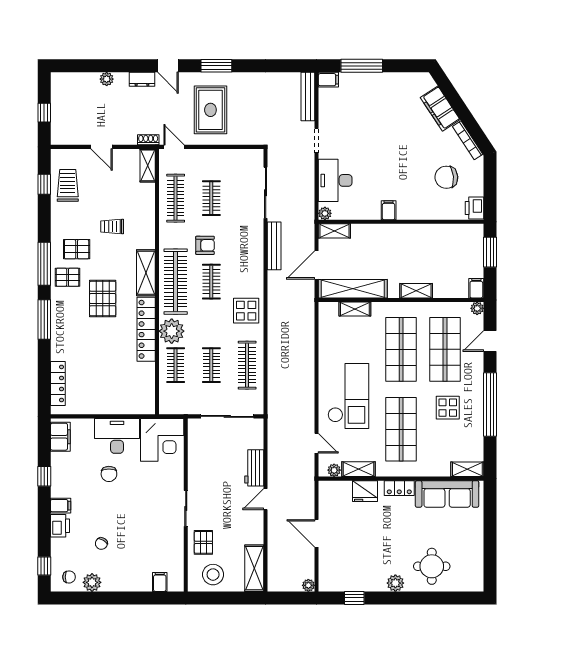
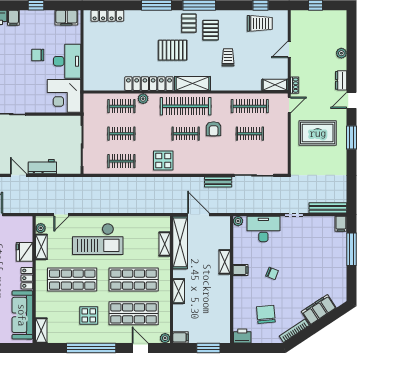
chair: (393, 169) -> (272, 273), added
shelving: (334, 231) -> (225, 262), moved
bench: (274, 246) -> (218, 182), width x0.73
plant: (172, 331) -> (143, 99), width x0.53, depth x0.53
clothes rail: (247, 365) -> (121, 161), width x0.73

